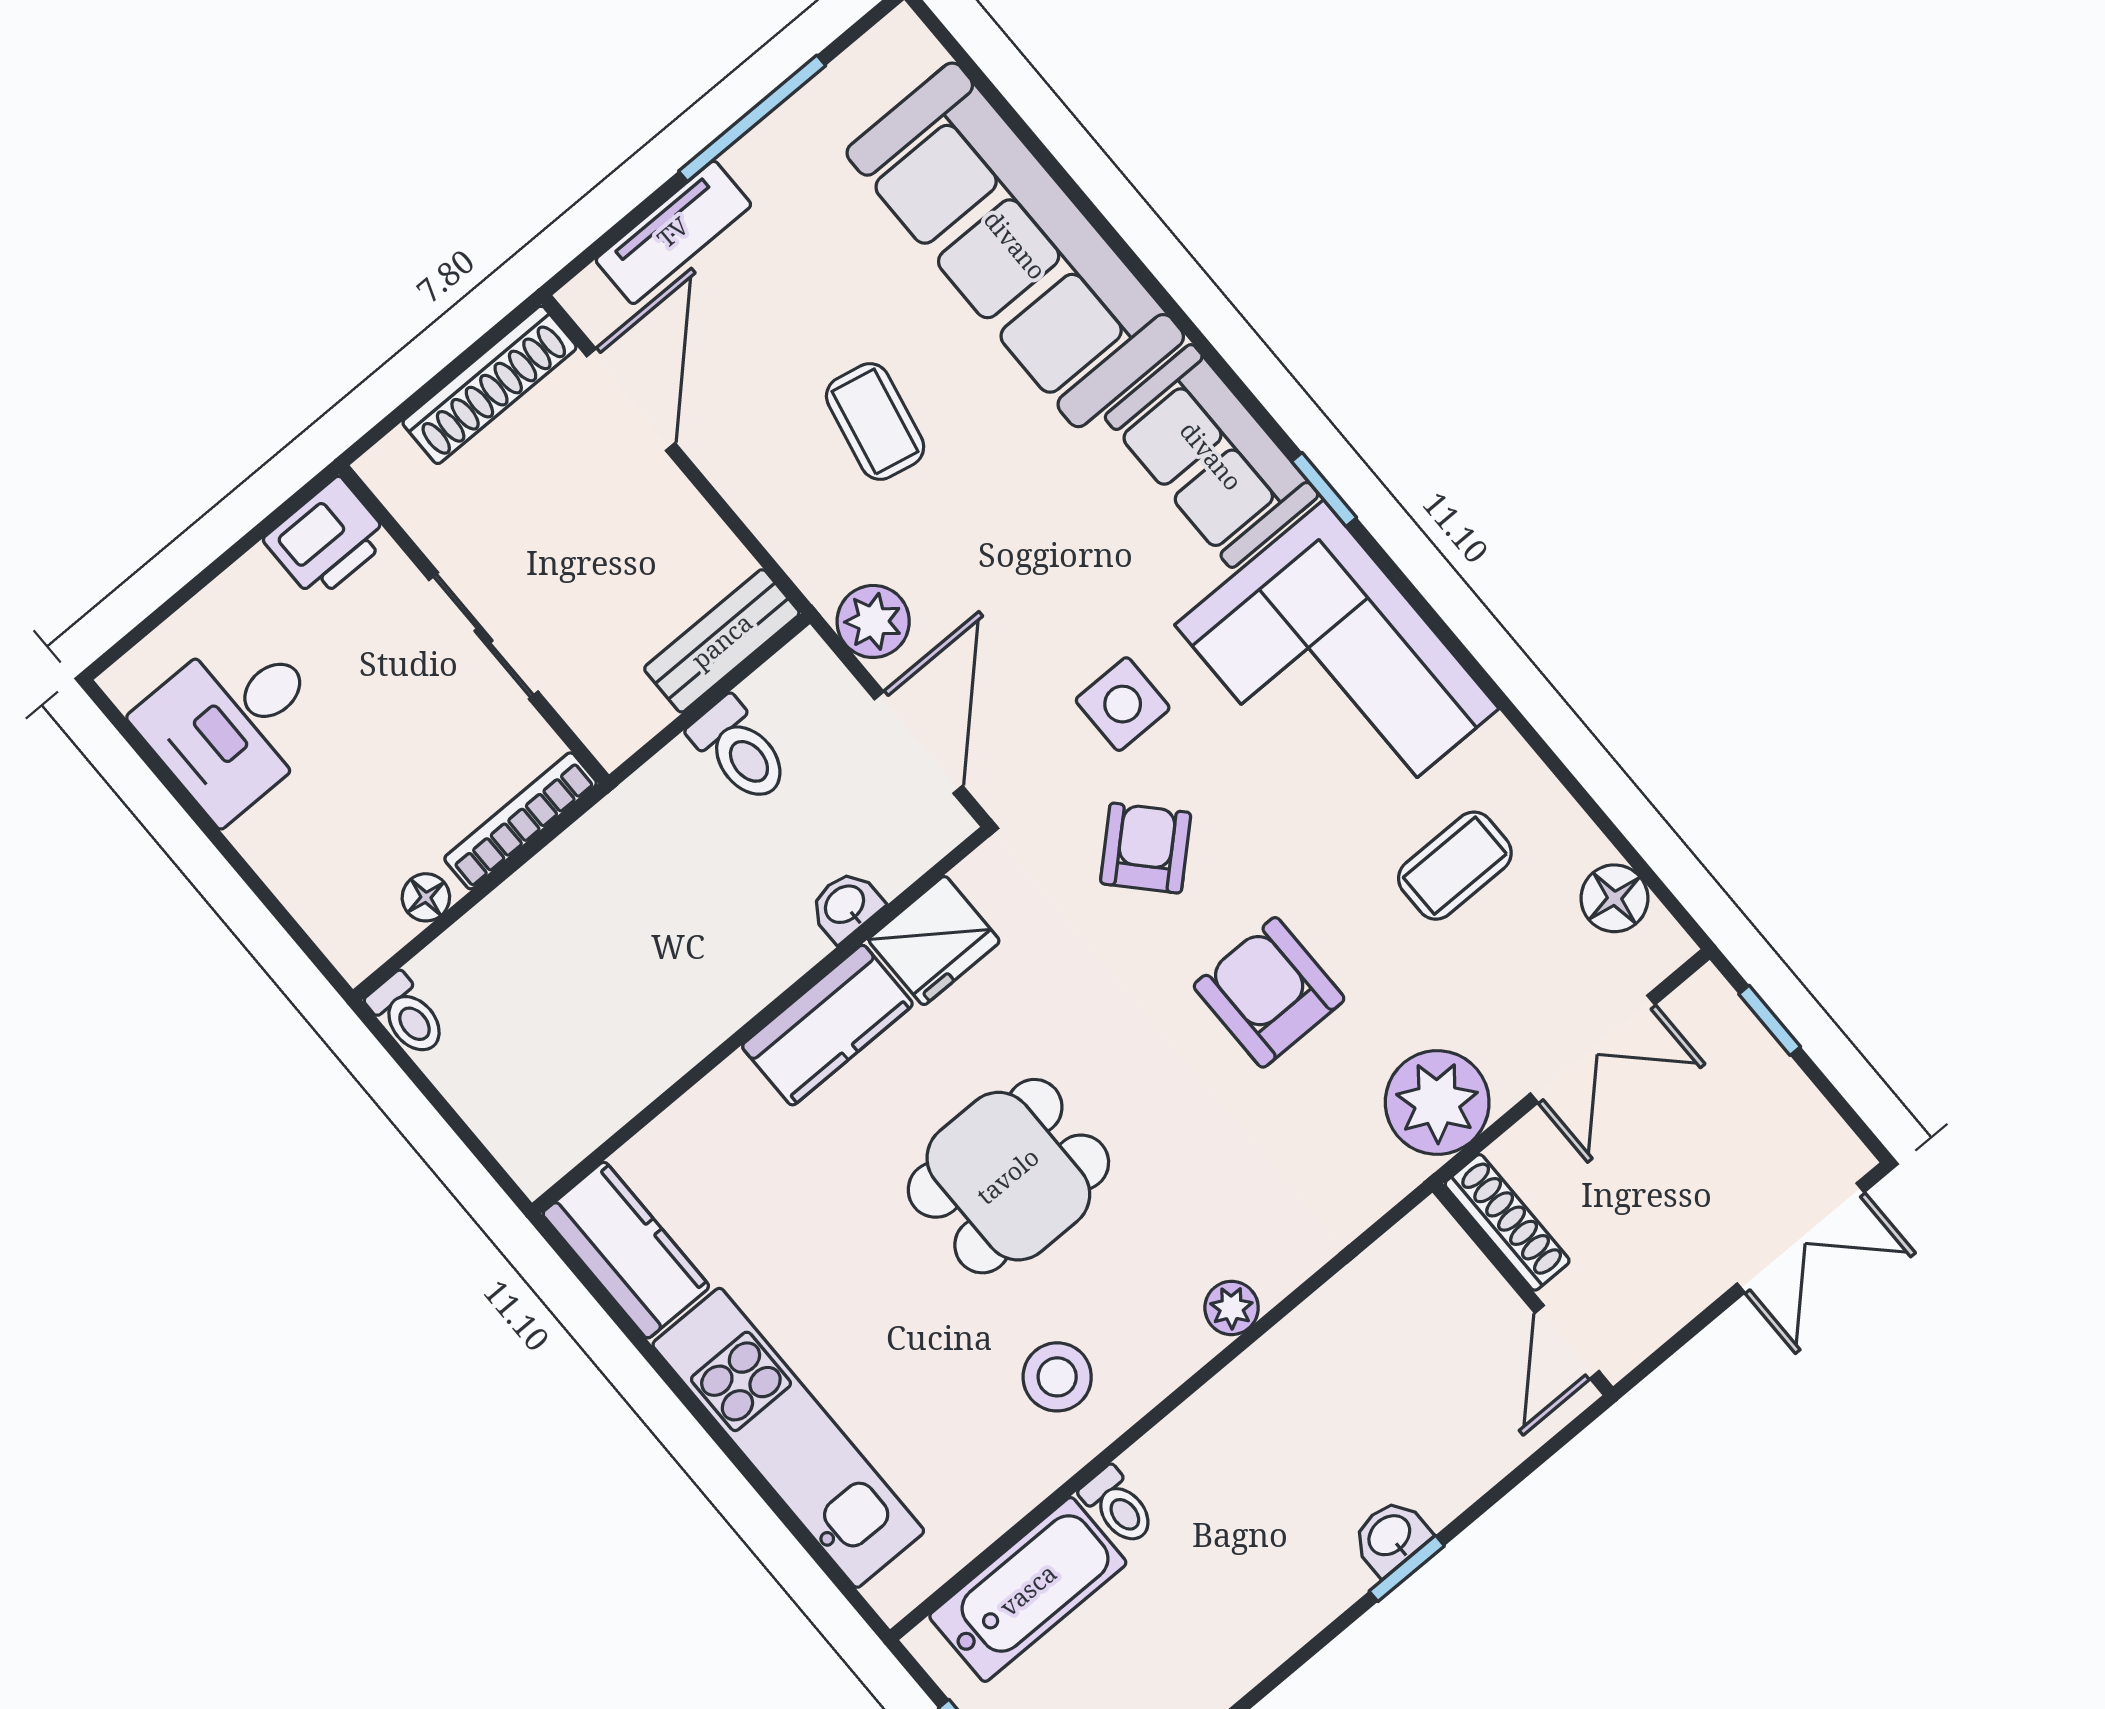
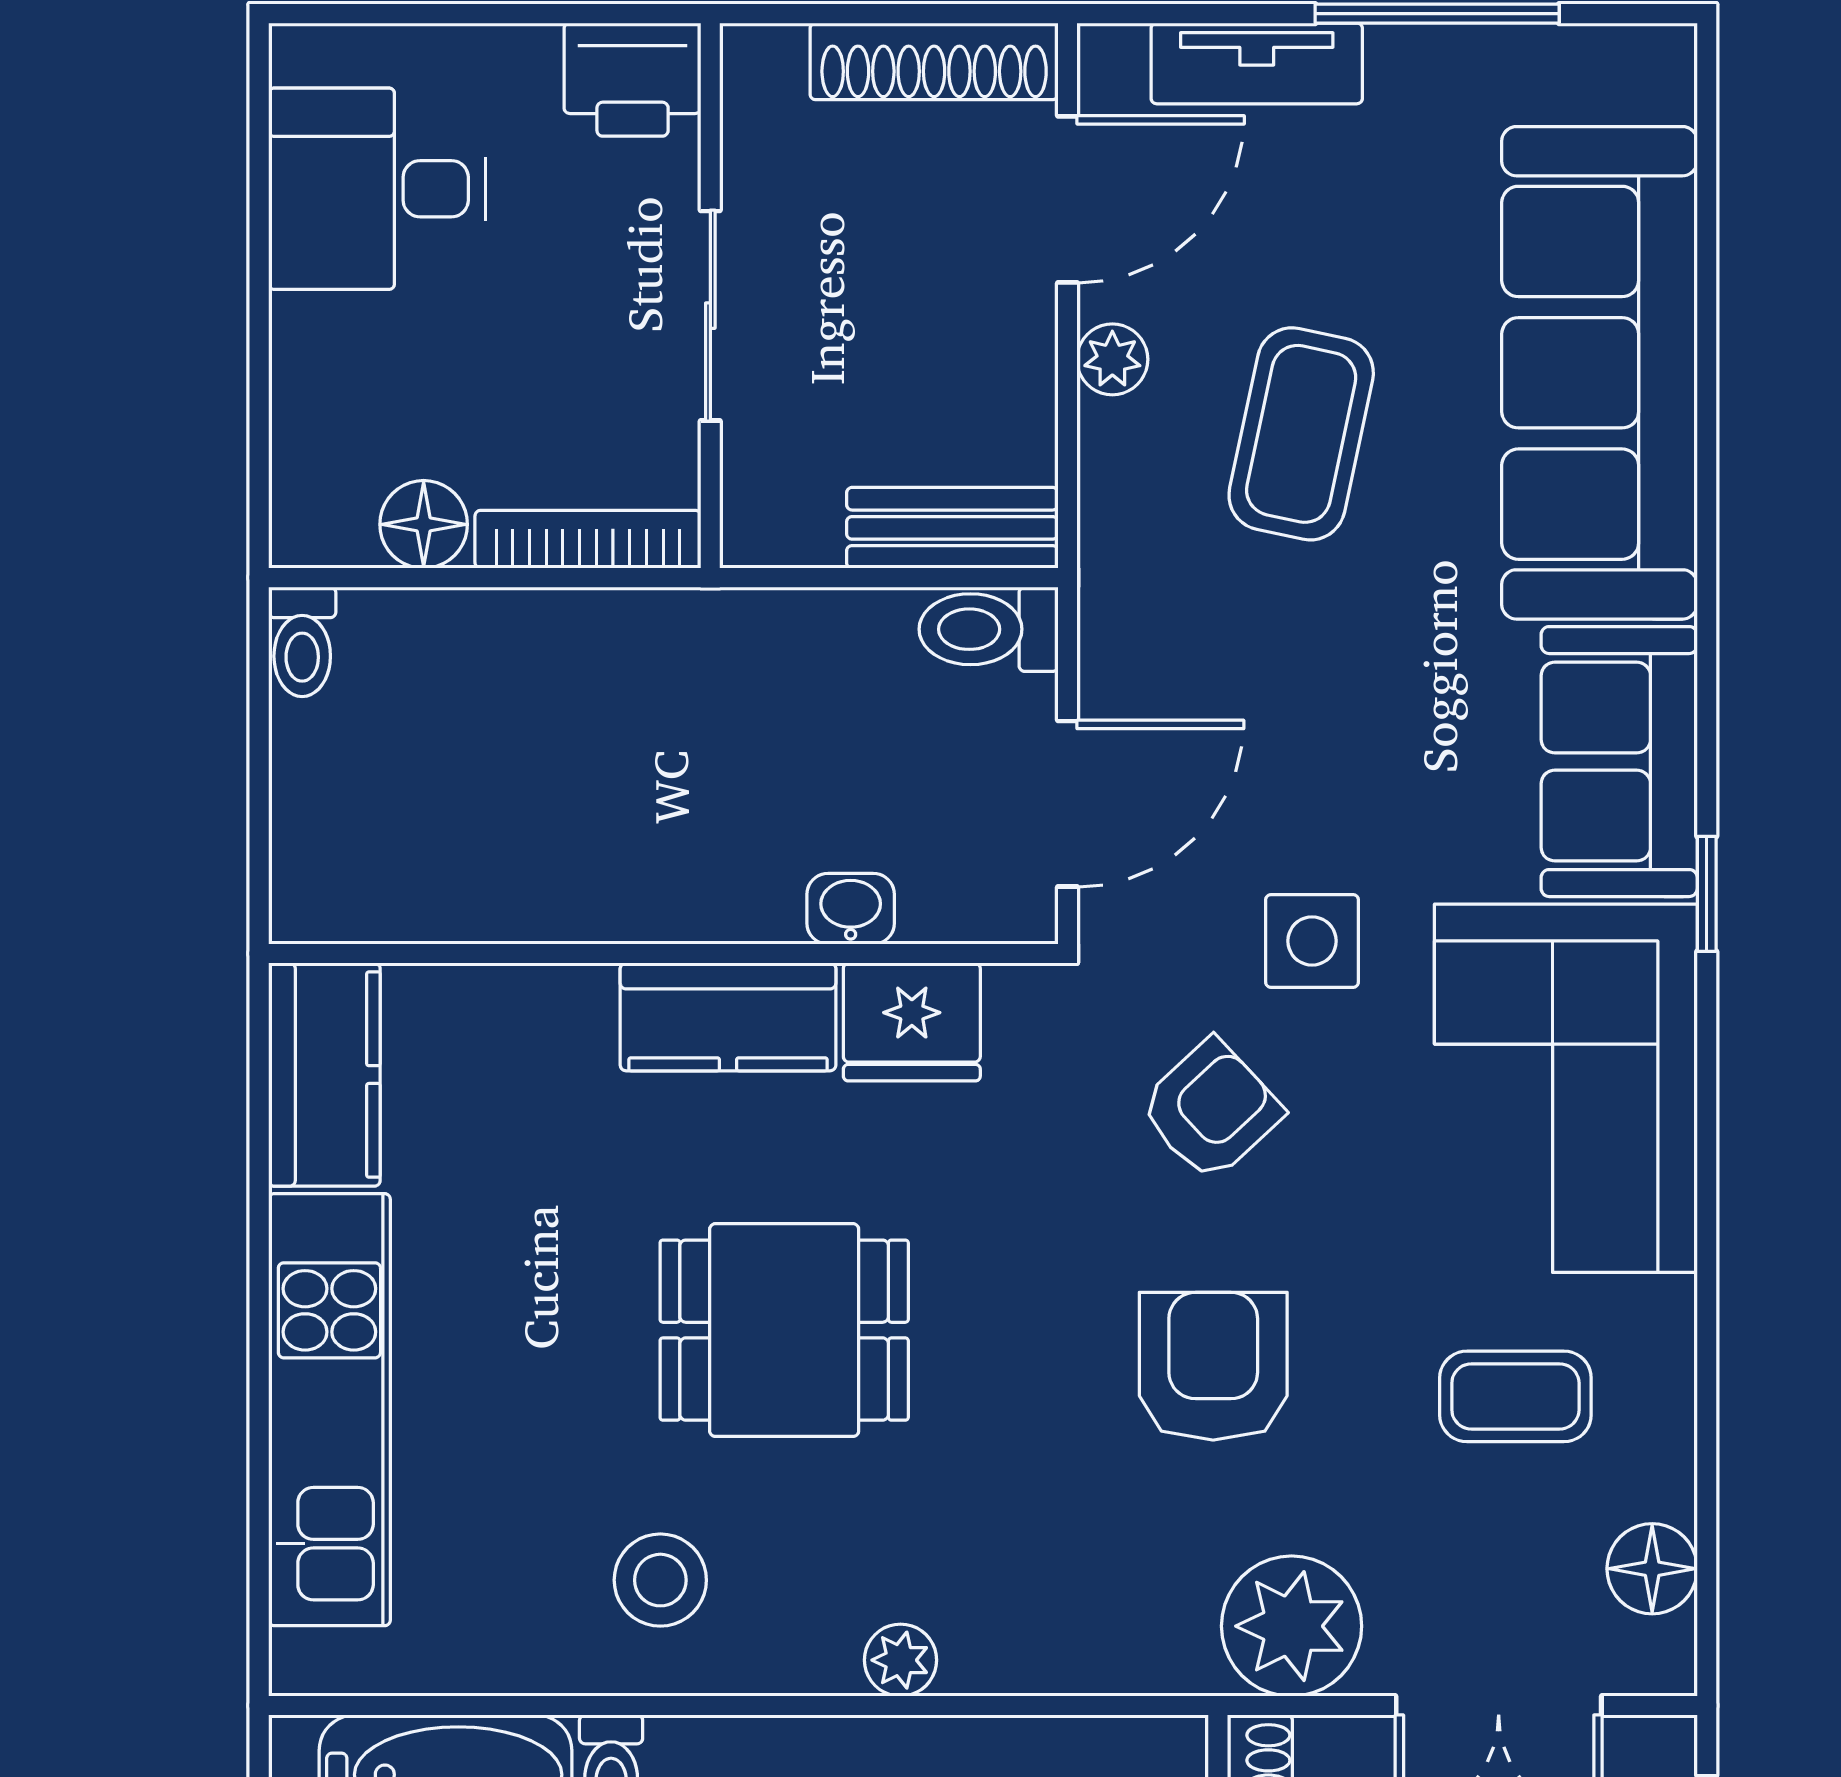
coffee table: (875, 422) -> (1301, 434), width x1.36, depth x1.30
plant: (873, 621) -> (1112, 359), moved, width x0.73, depth x0.73
toilet: (740, 750) -> (989, 629), moved, turned 90
floor lamp: (426, 897) -> (424, 524), width x1.37, depth x1.37

